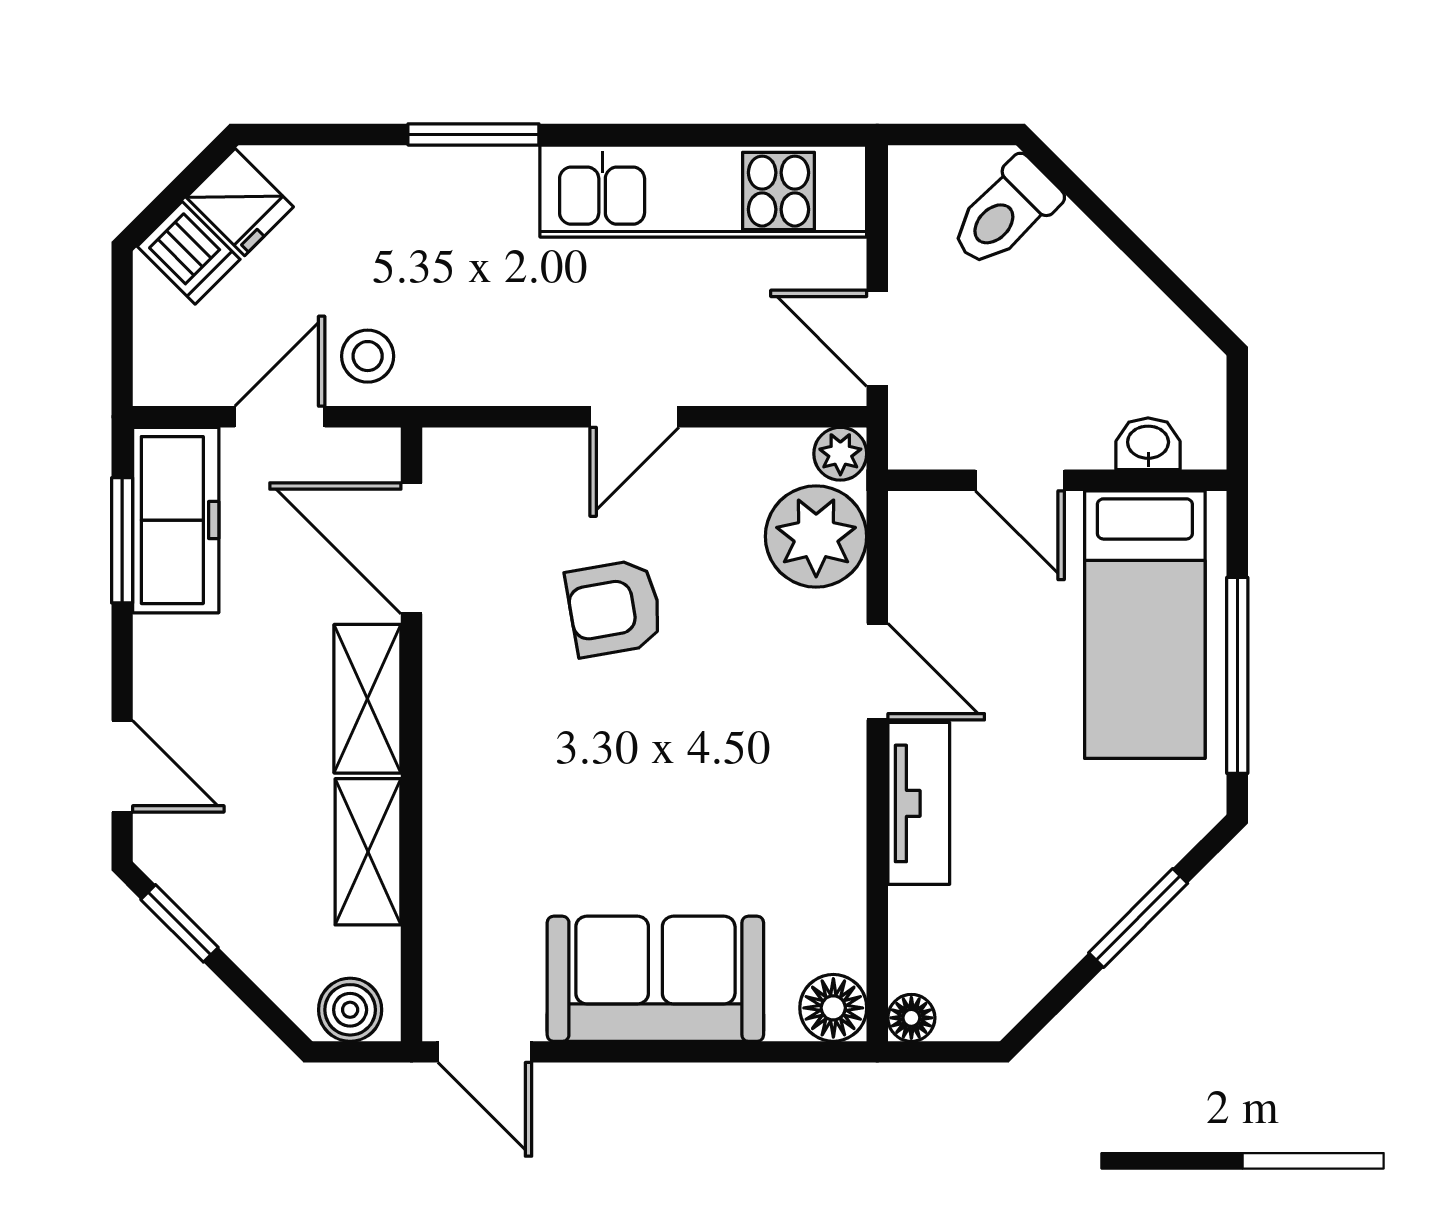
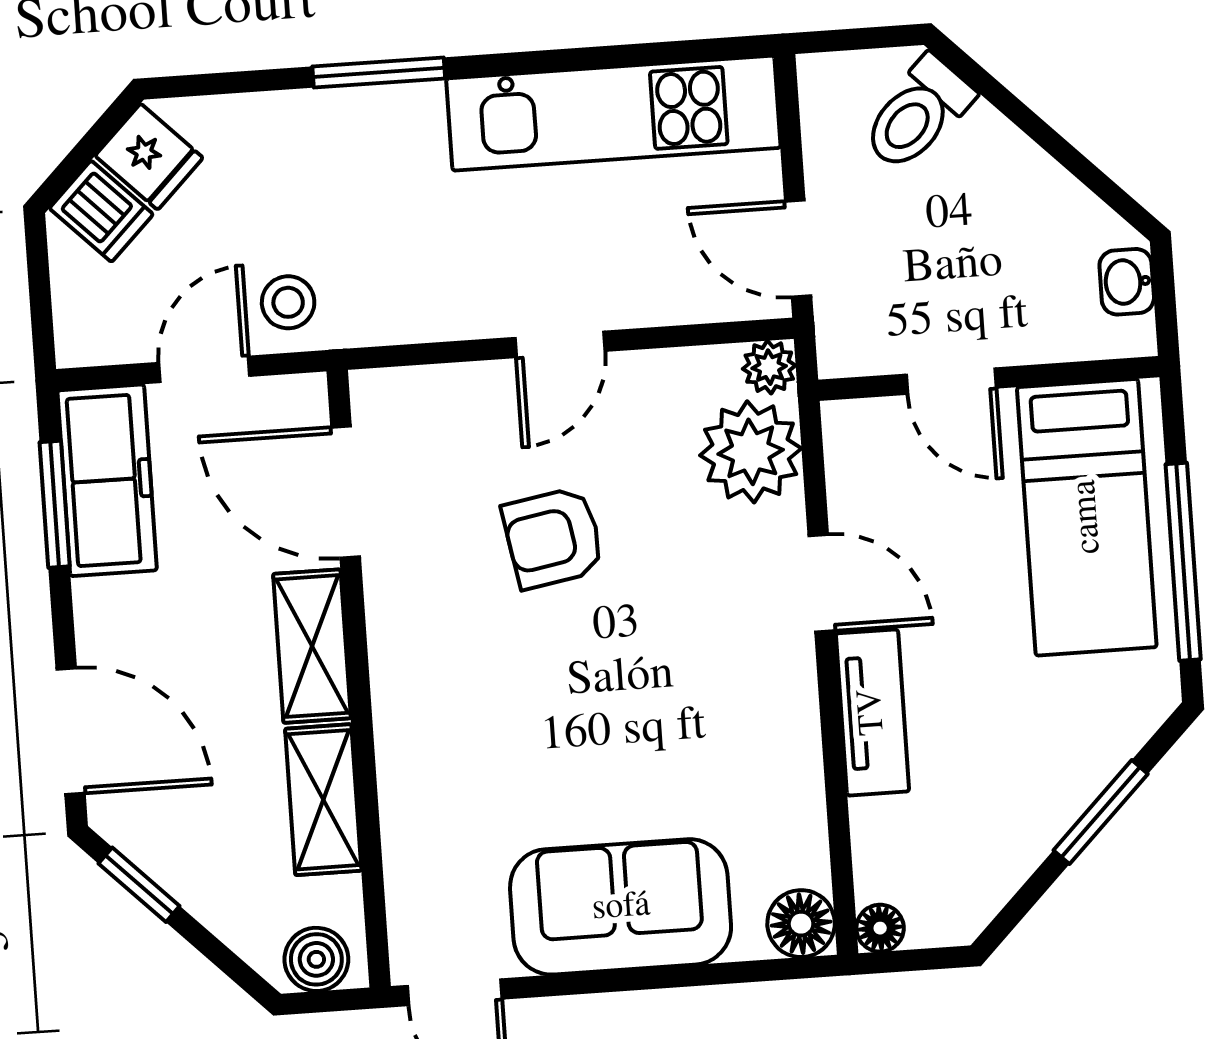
washbasin: (1148, 444) -> (1127, 282), moved, turned -90
door: (122, 766) -> (71, 731), width x1.37

